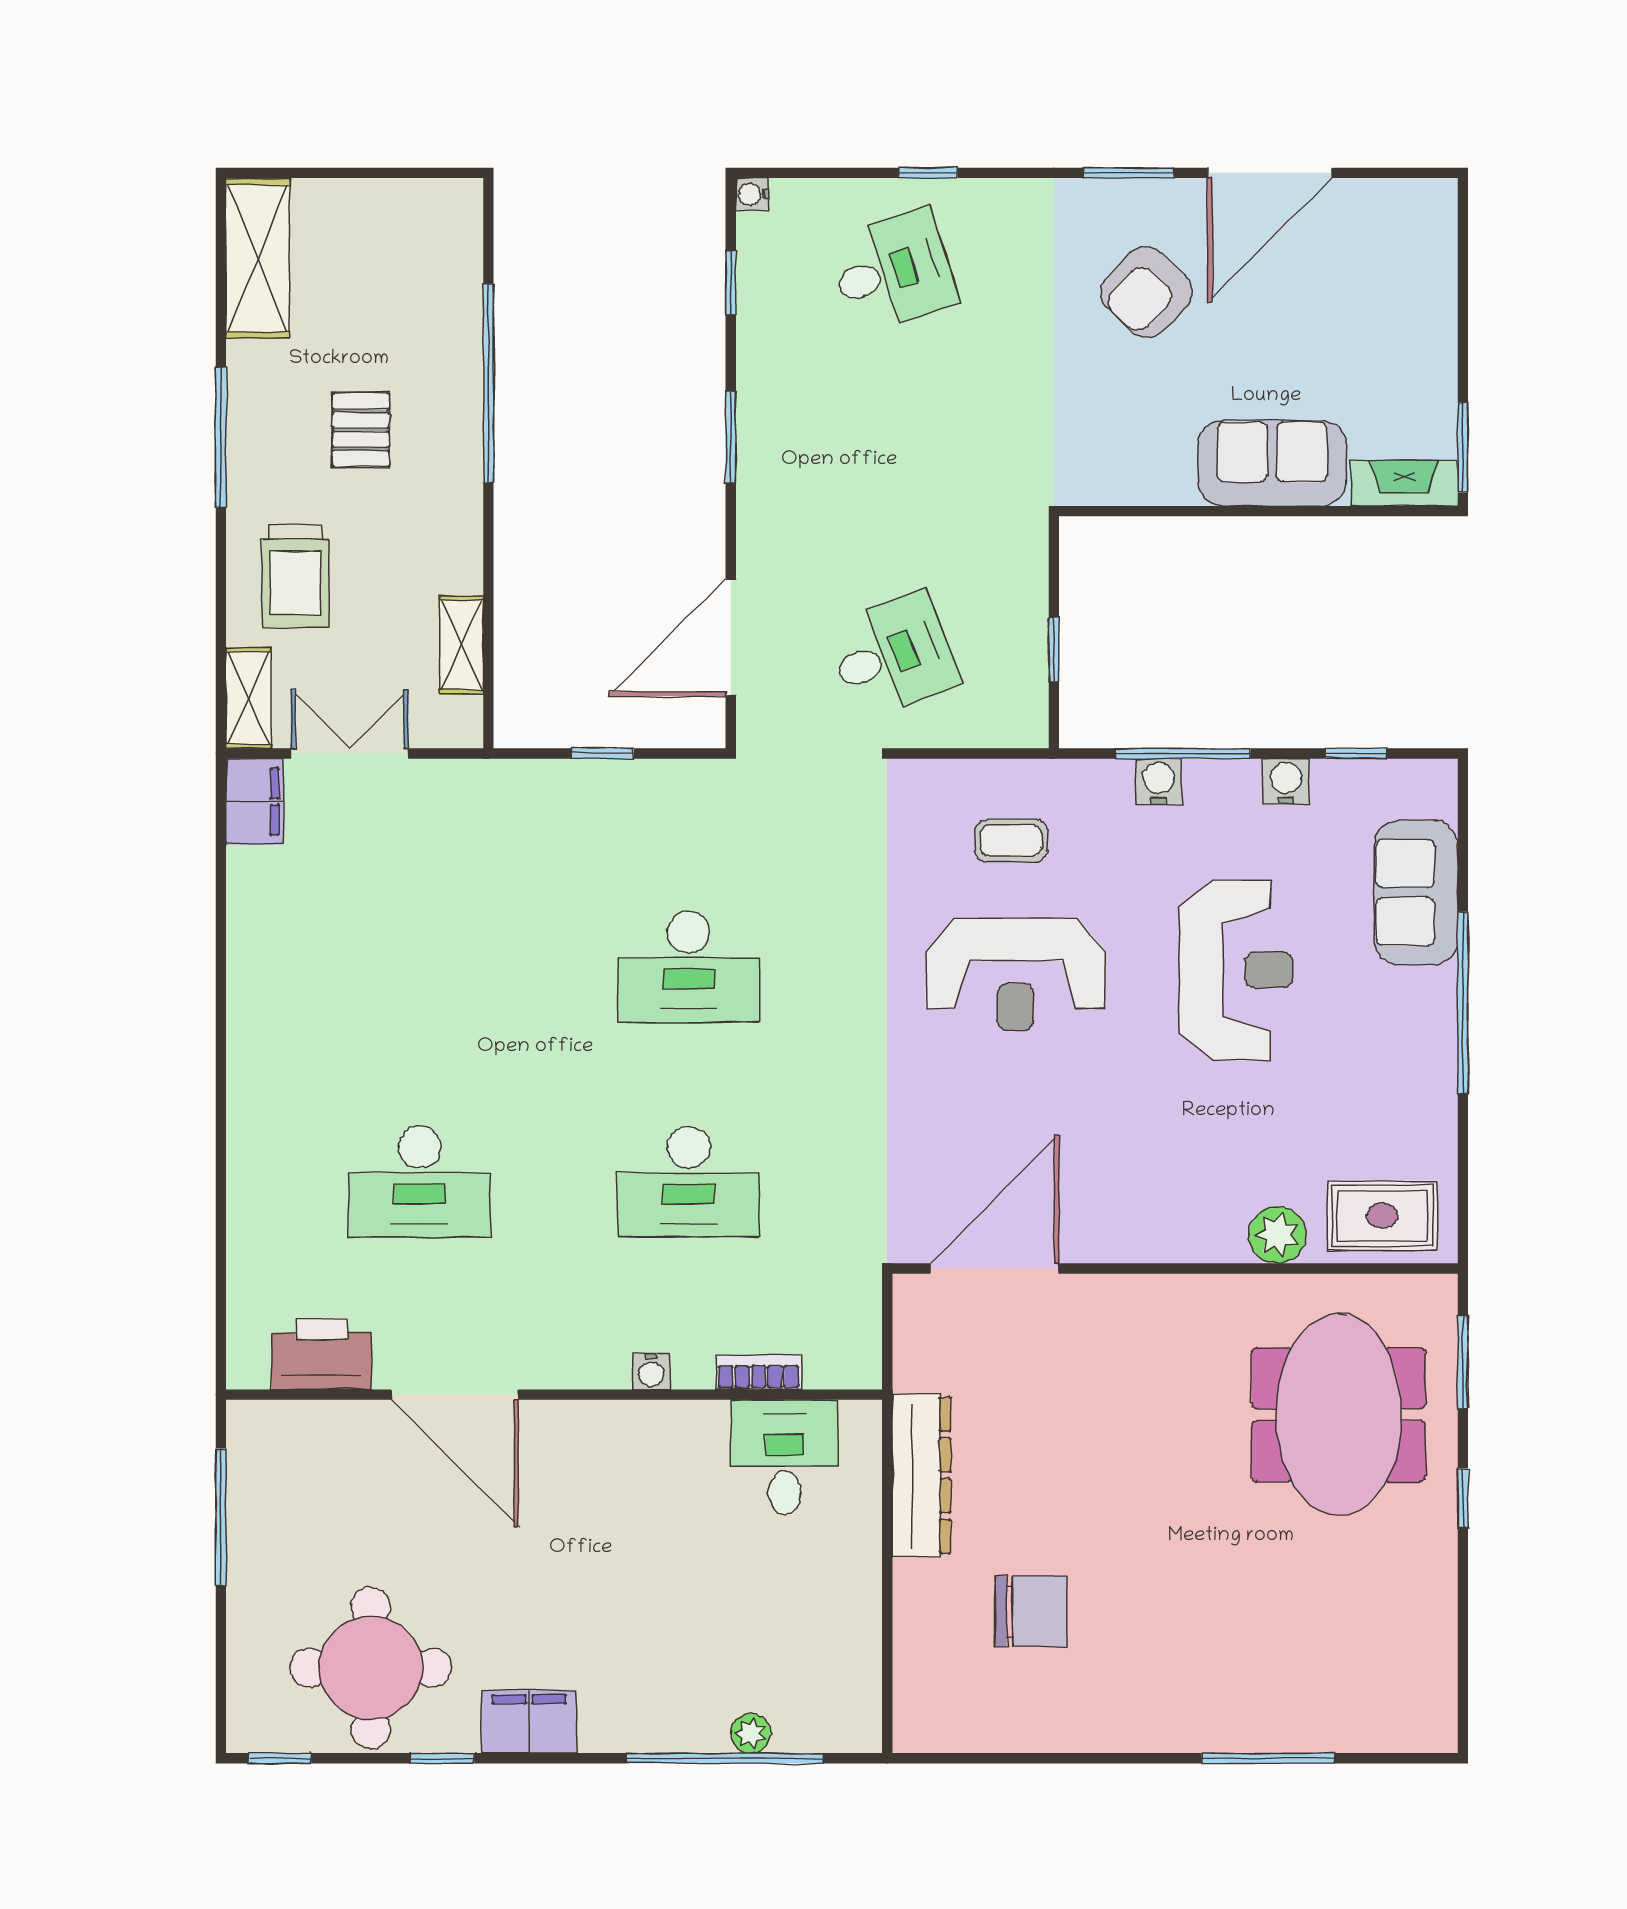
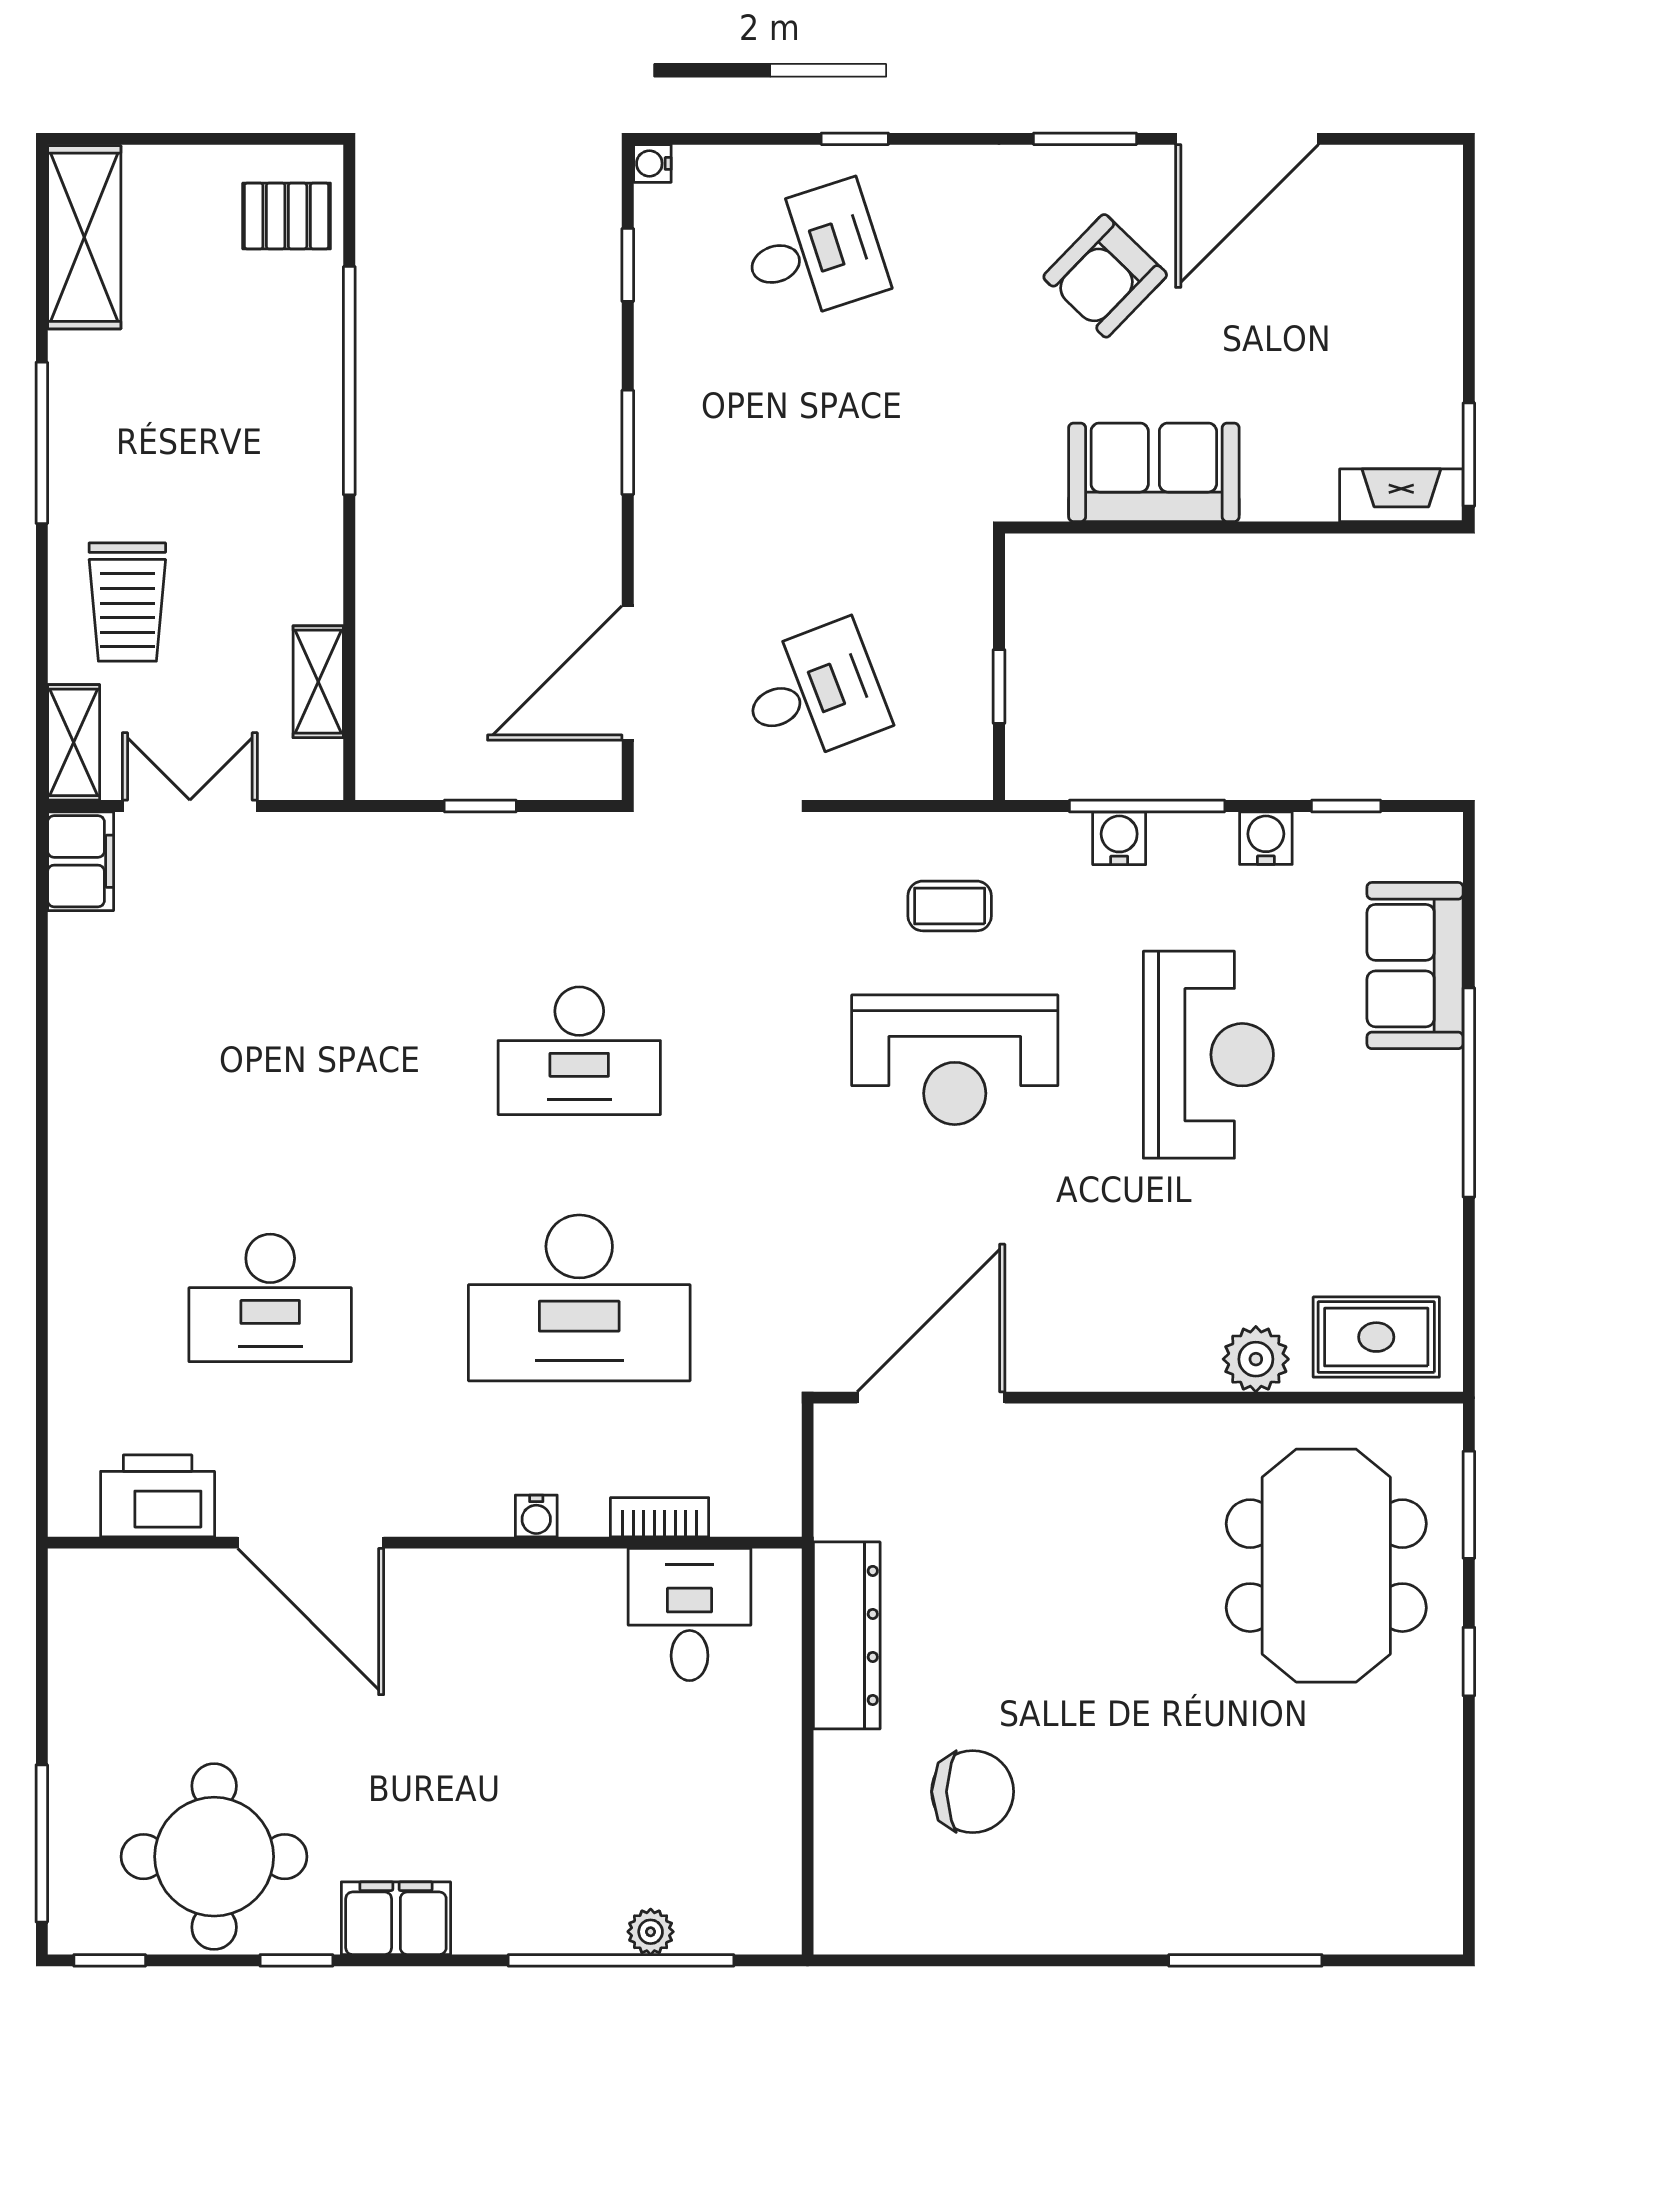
pallet: (361, 430) -> (287, 216), moved, turned 90
sofa: (1272, 463) -> (1154, 472), moved
desk: (689, 1182) -> (579, 1298), width x1.36, depth x1.30
window: (221, 1517) -> (42, 1843), moved

